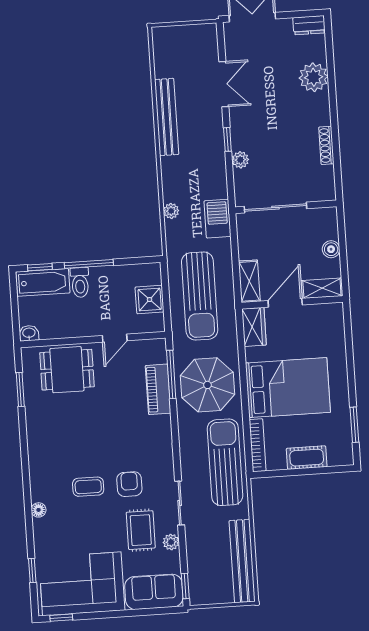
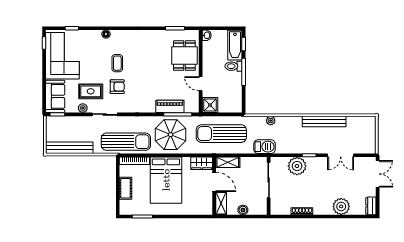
plant: (240, 160) -> (297, 166), width x1.87, depth x1.87
shower: (150, 300) -> (210, 105), moved

